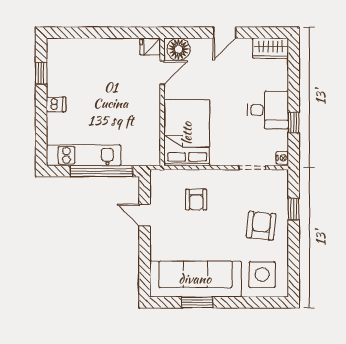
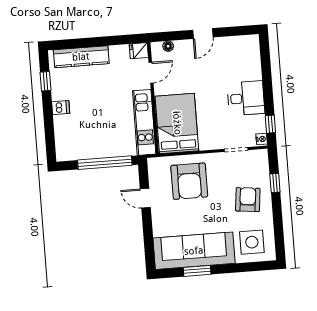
kitchen counter: (84, 48) -> (81, 57), added
wardrobe: (270, 48) -> (244, 44), removed
floor lamp: (179, 49) -> (168, 46), width x0.53, depth x0.53
window: (294, 122) -> (270, 124), moved
kitchen unit: (84, 155) -> (144, 122), moved, turned -90
armchair: (196, 200) -> (189, 181), width x1.88, depth x1.88

